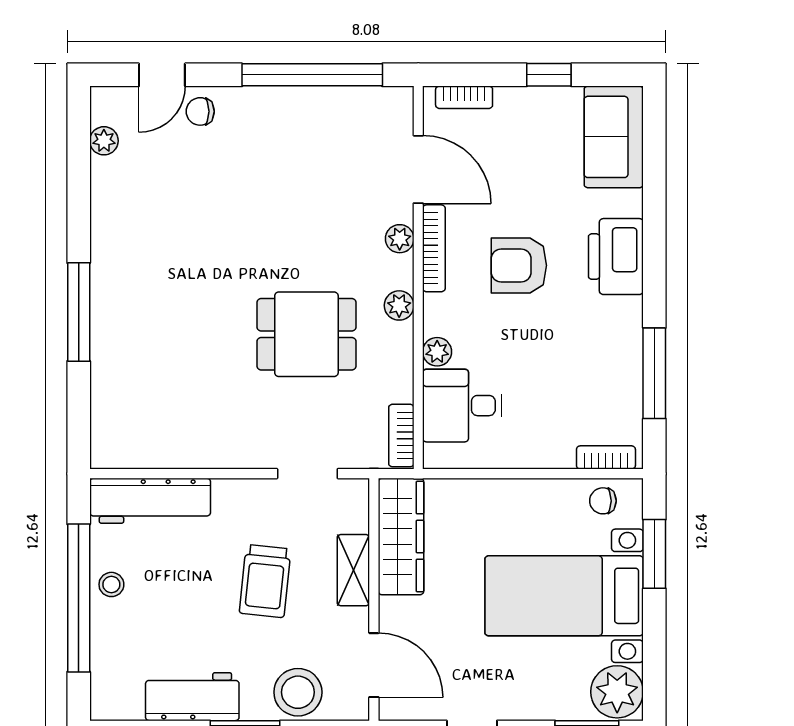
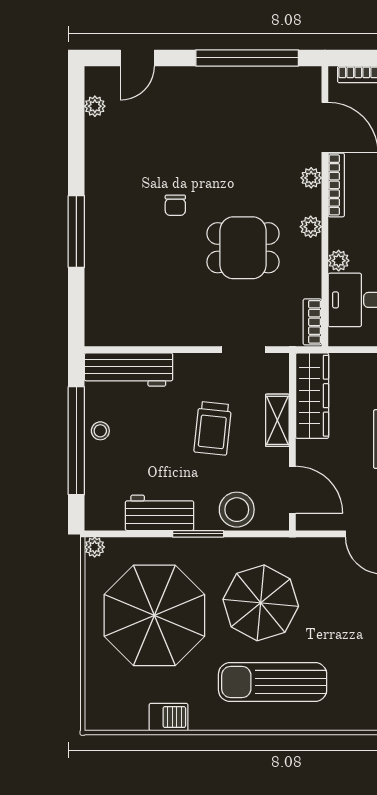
chair: (200, 111) -> (175, 205), moved, turned -90

